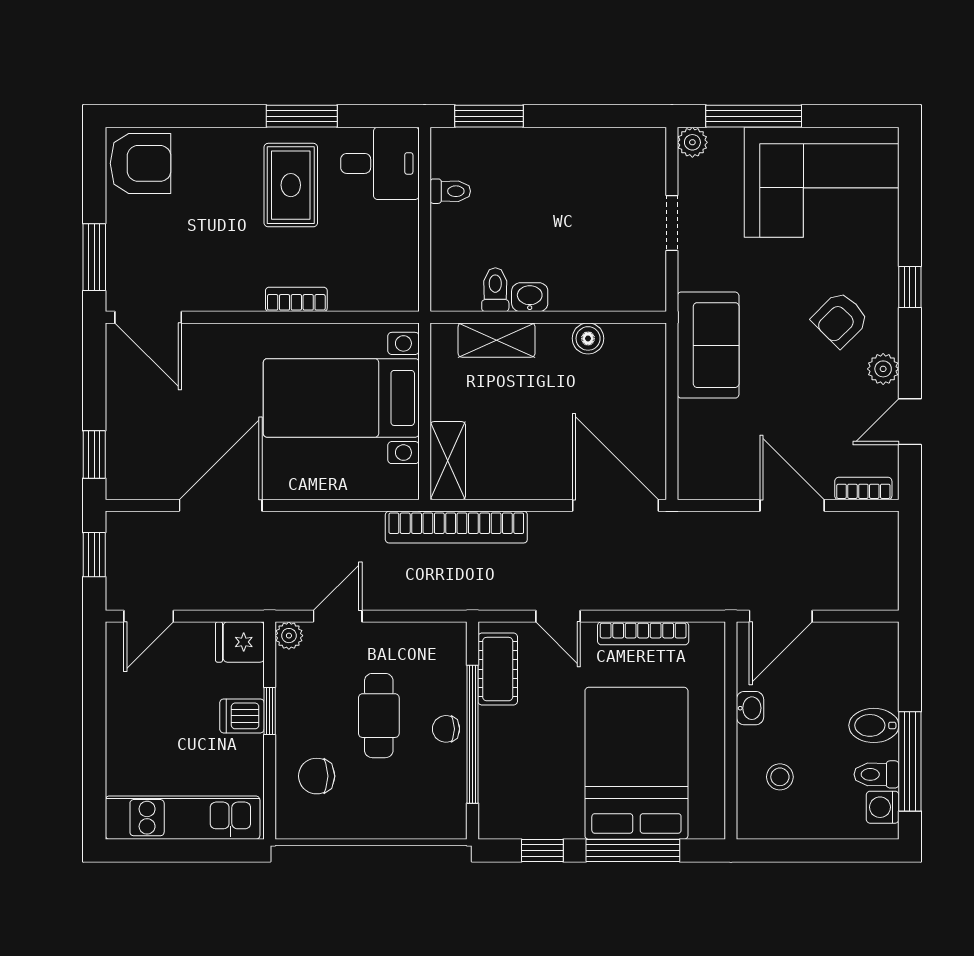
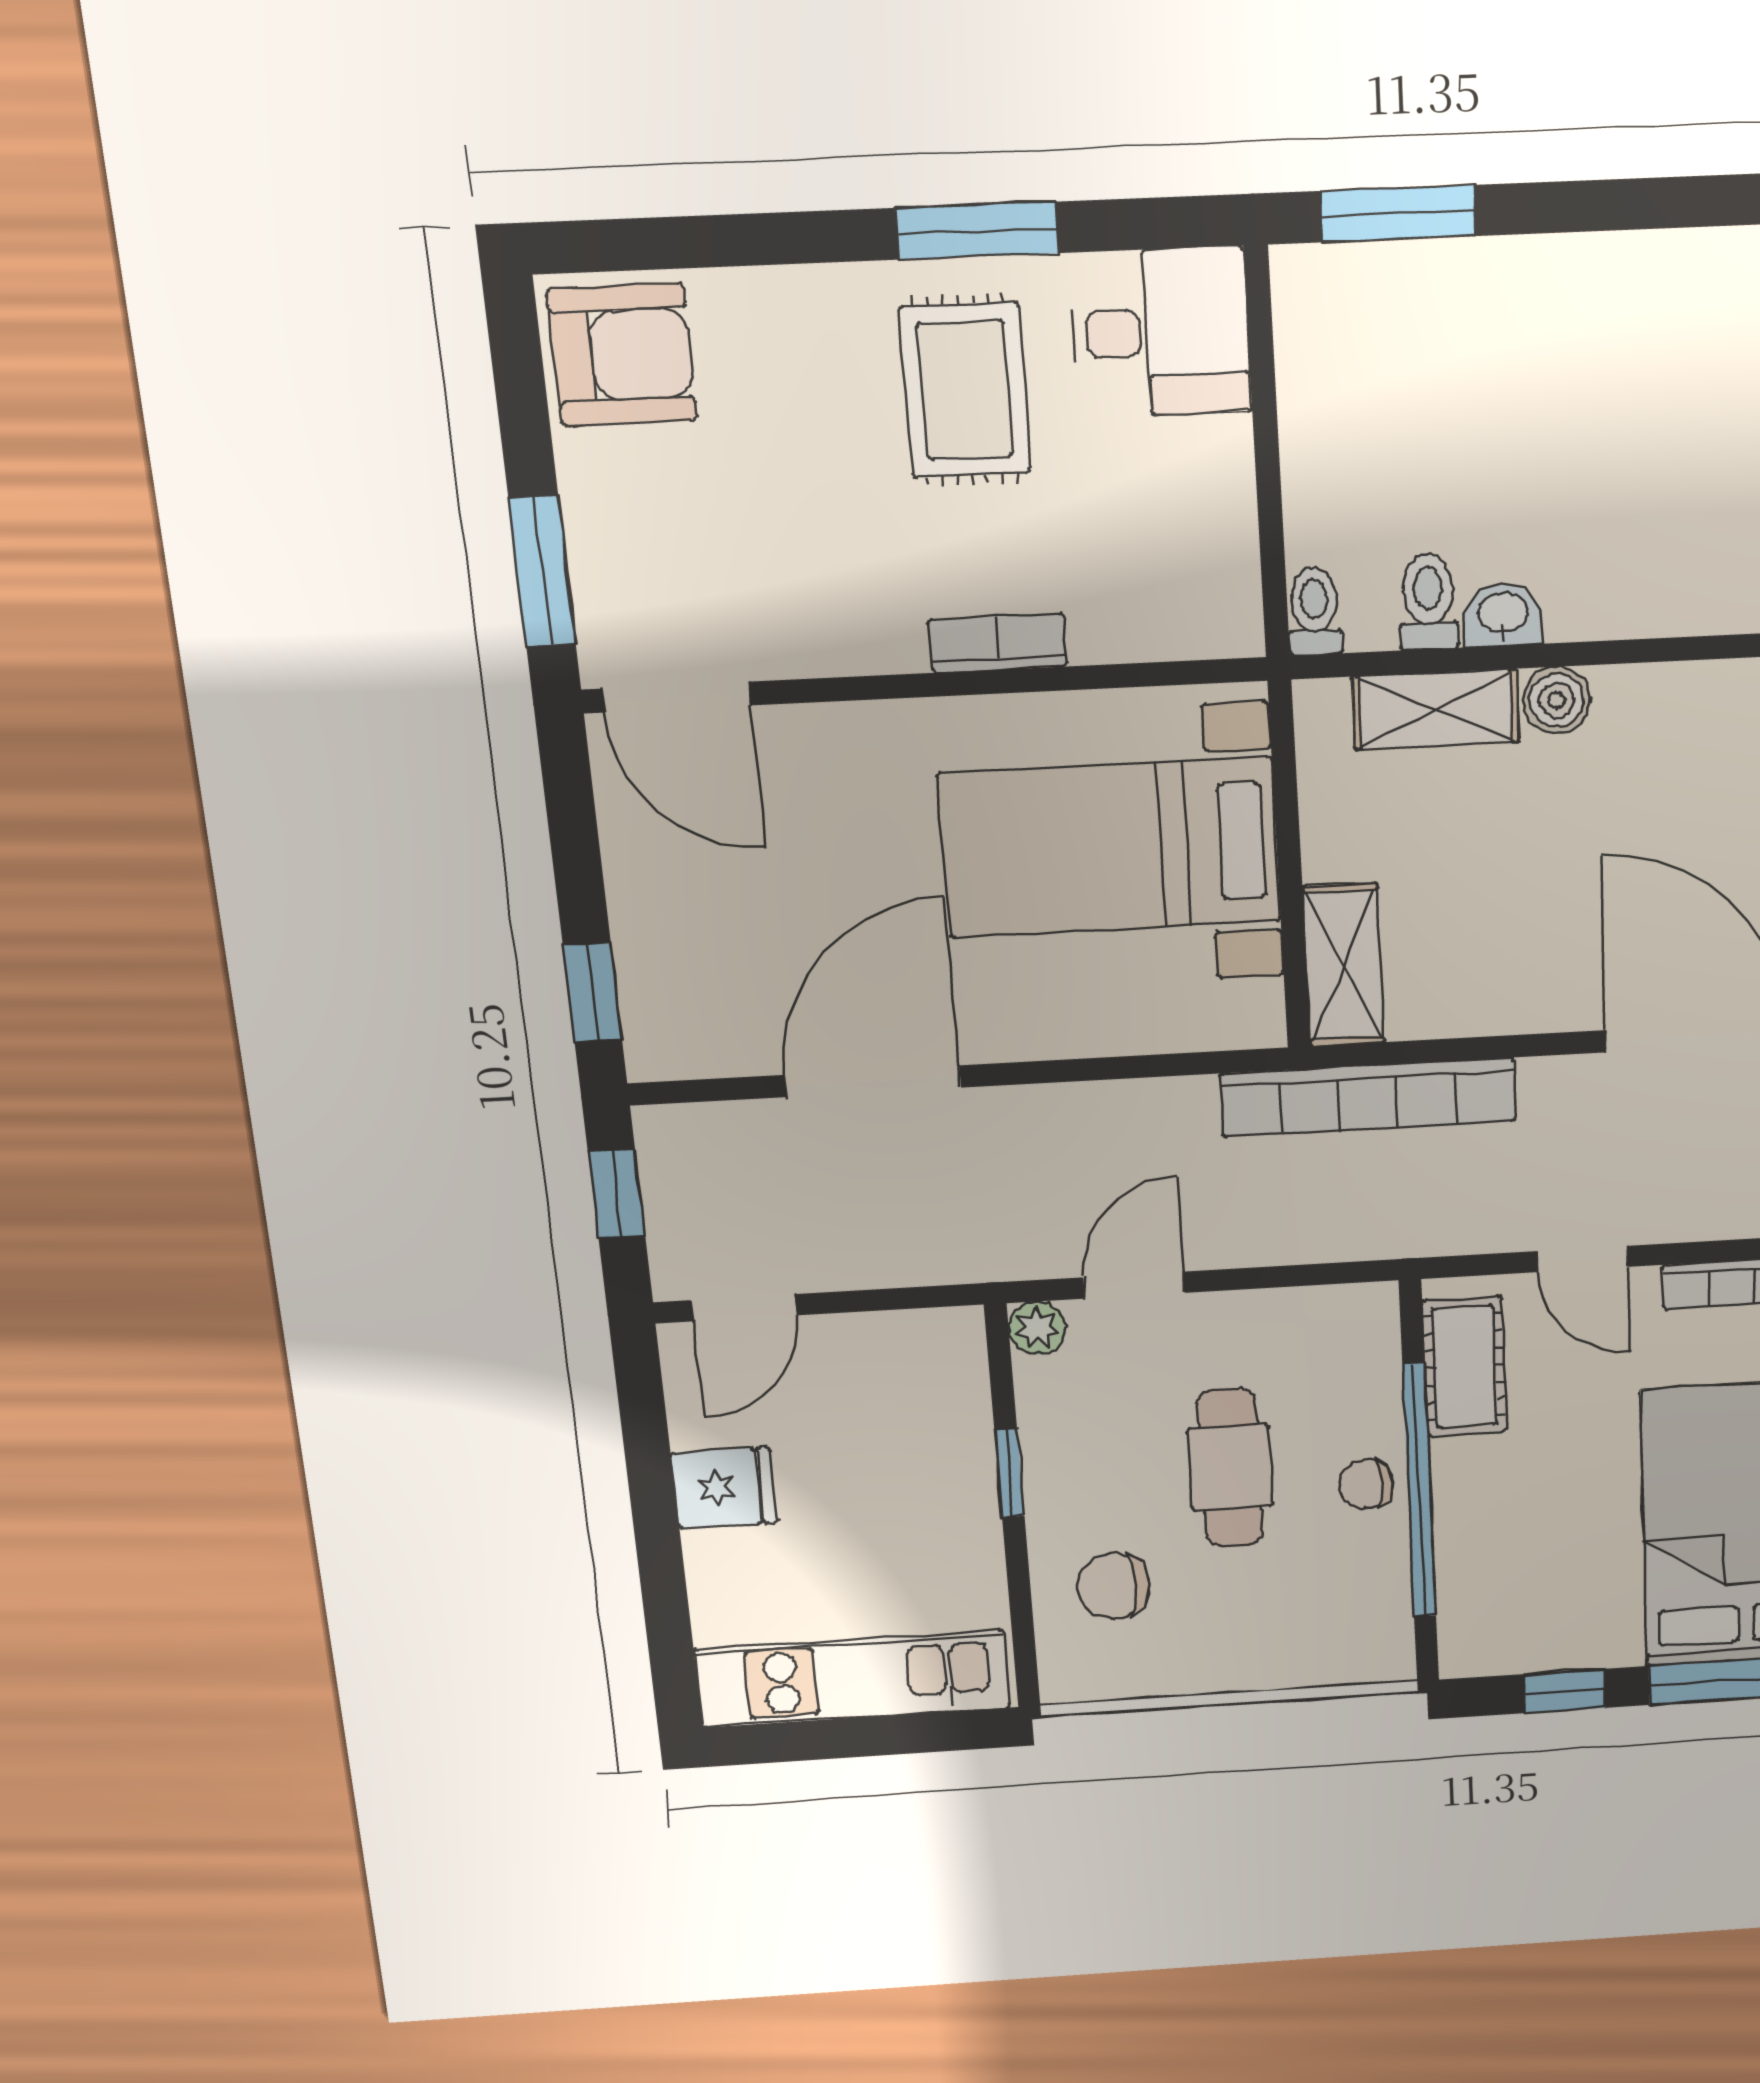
toilet: (450, 191) -> (1314, 611), moved, turned -90
boiler: (588, 338) -> (1557, 700), moved
fridge: (240, 642) -> (724, 1488), moved, turned 180
dishwasher: (242, 716) -> (954, 1485), removed

